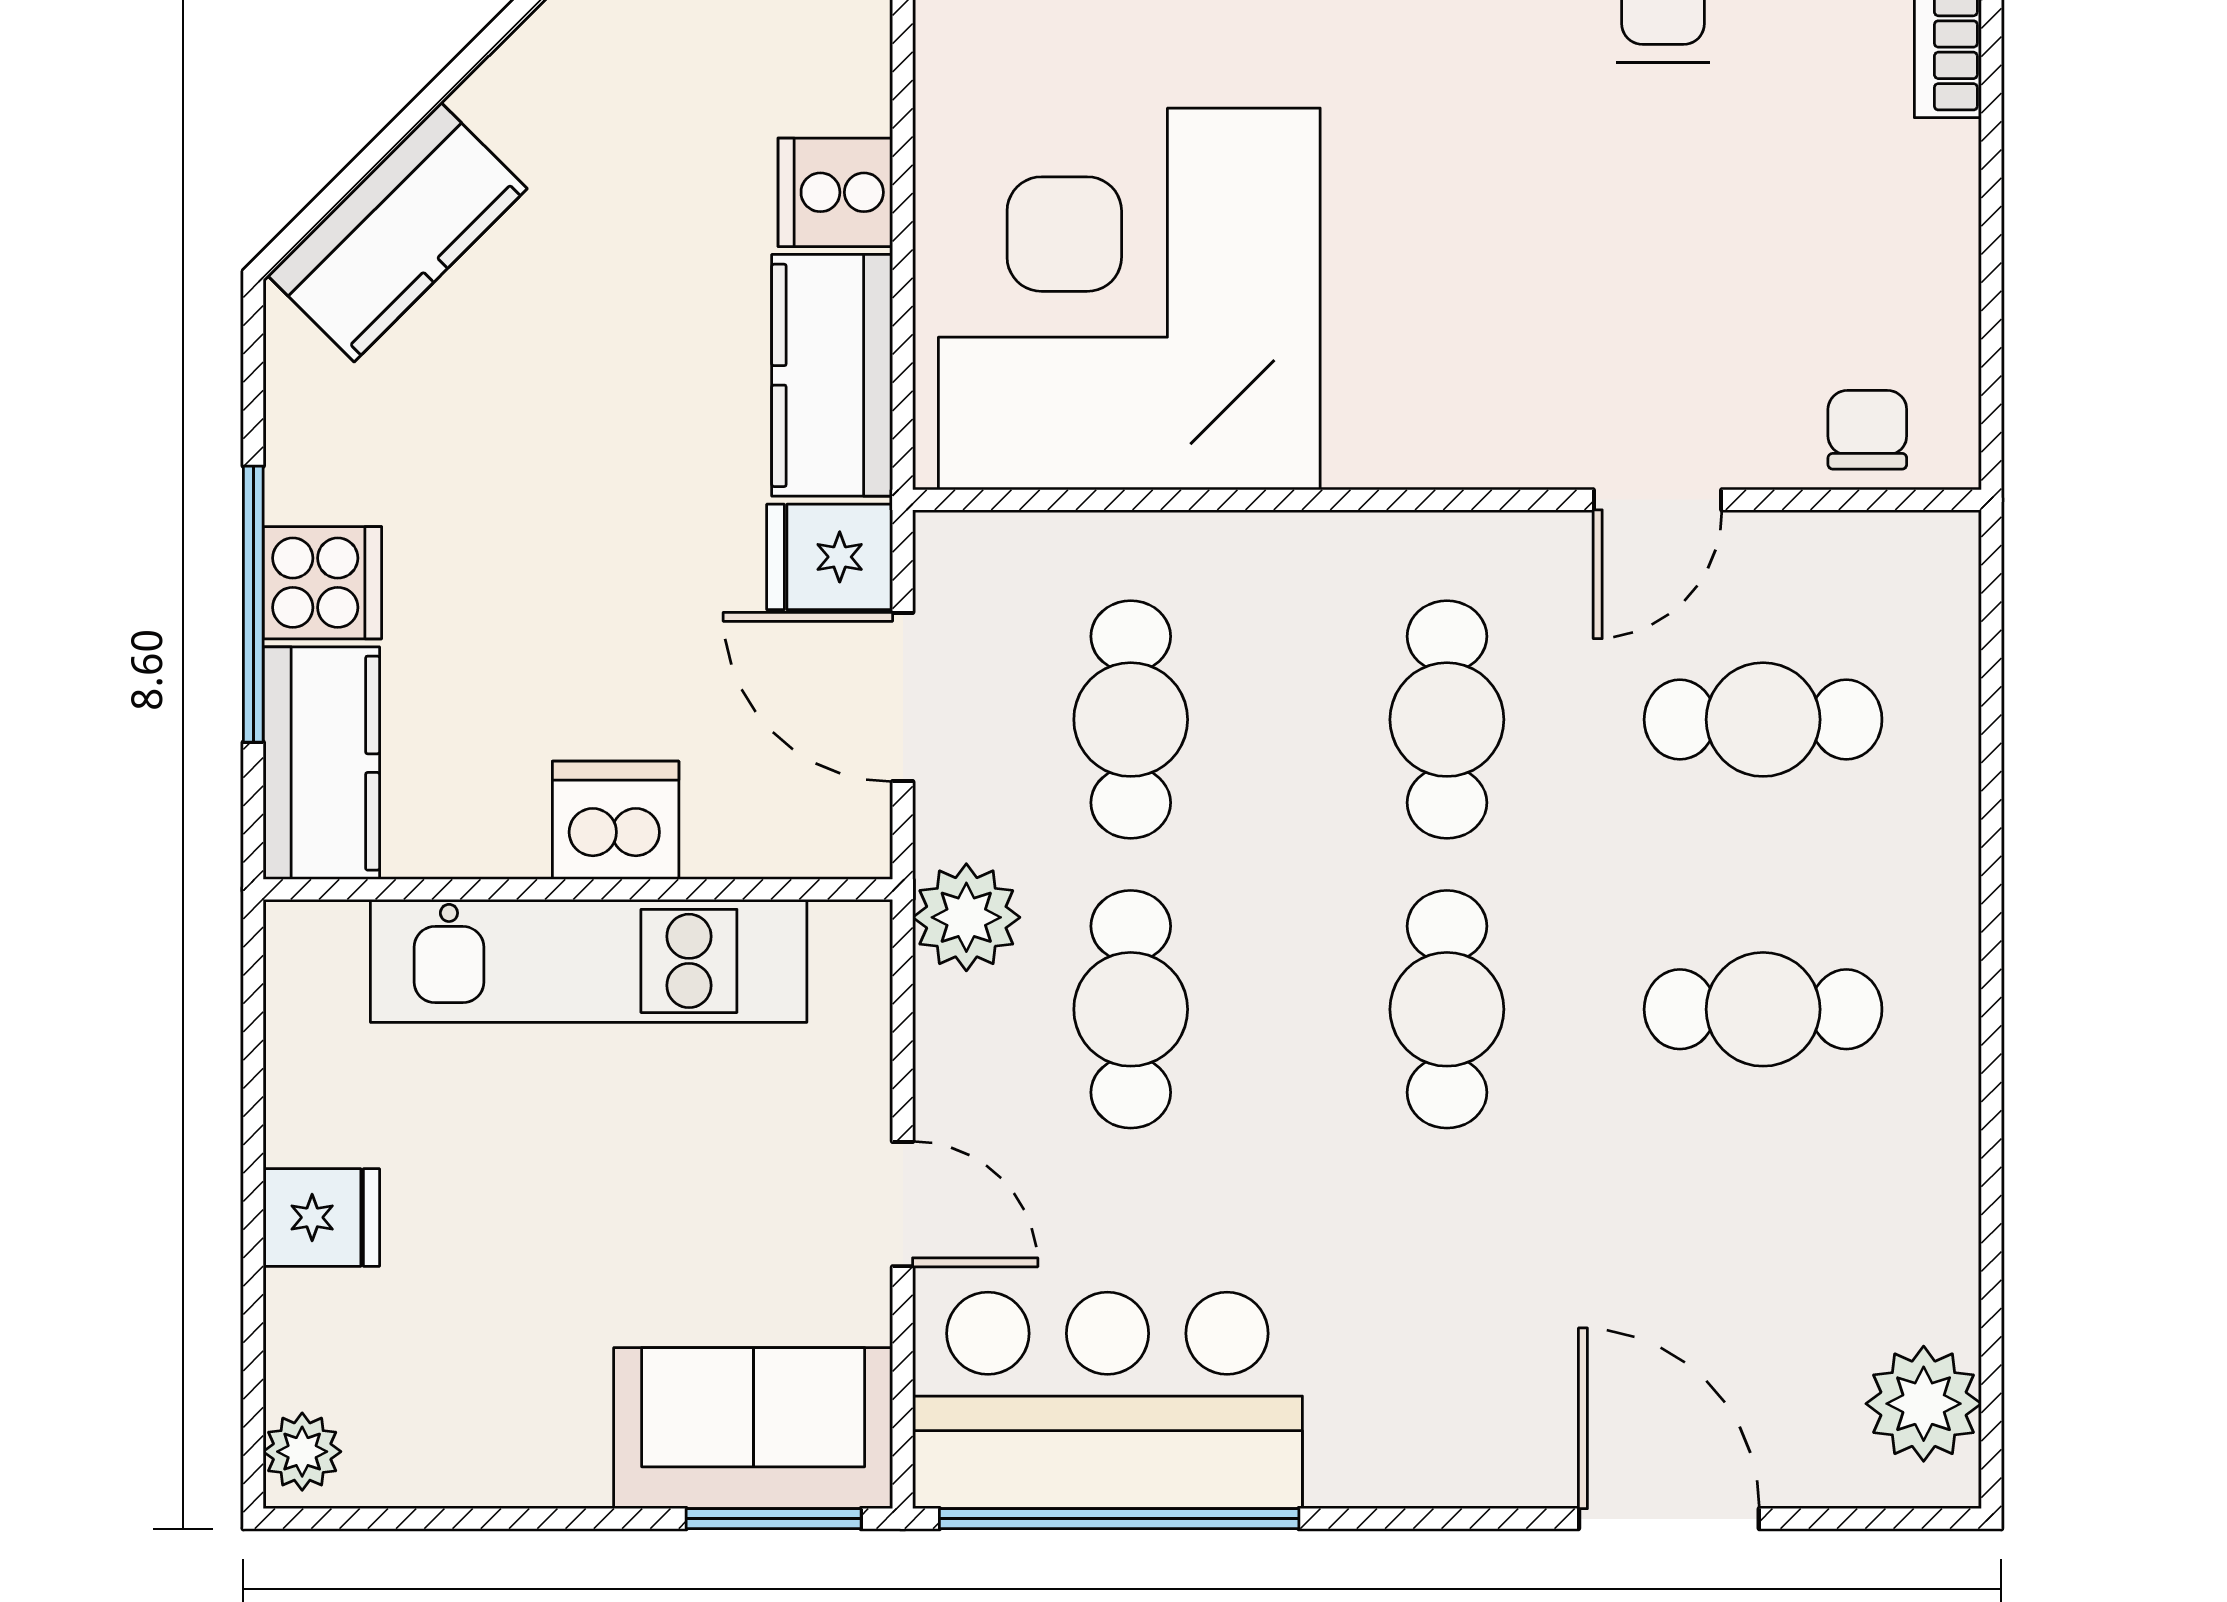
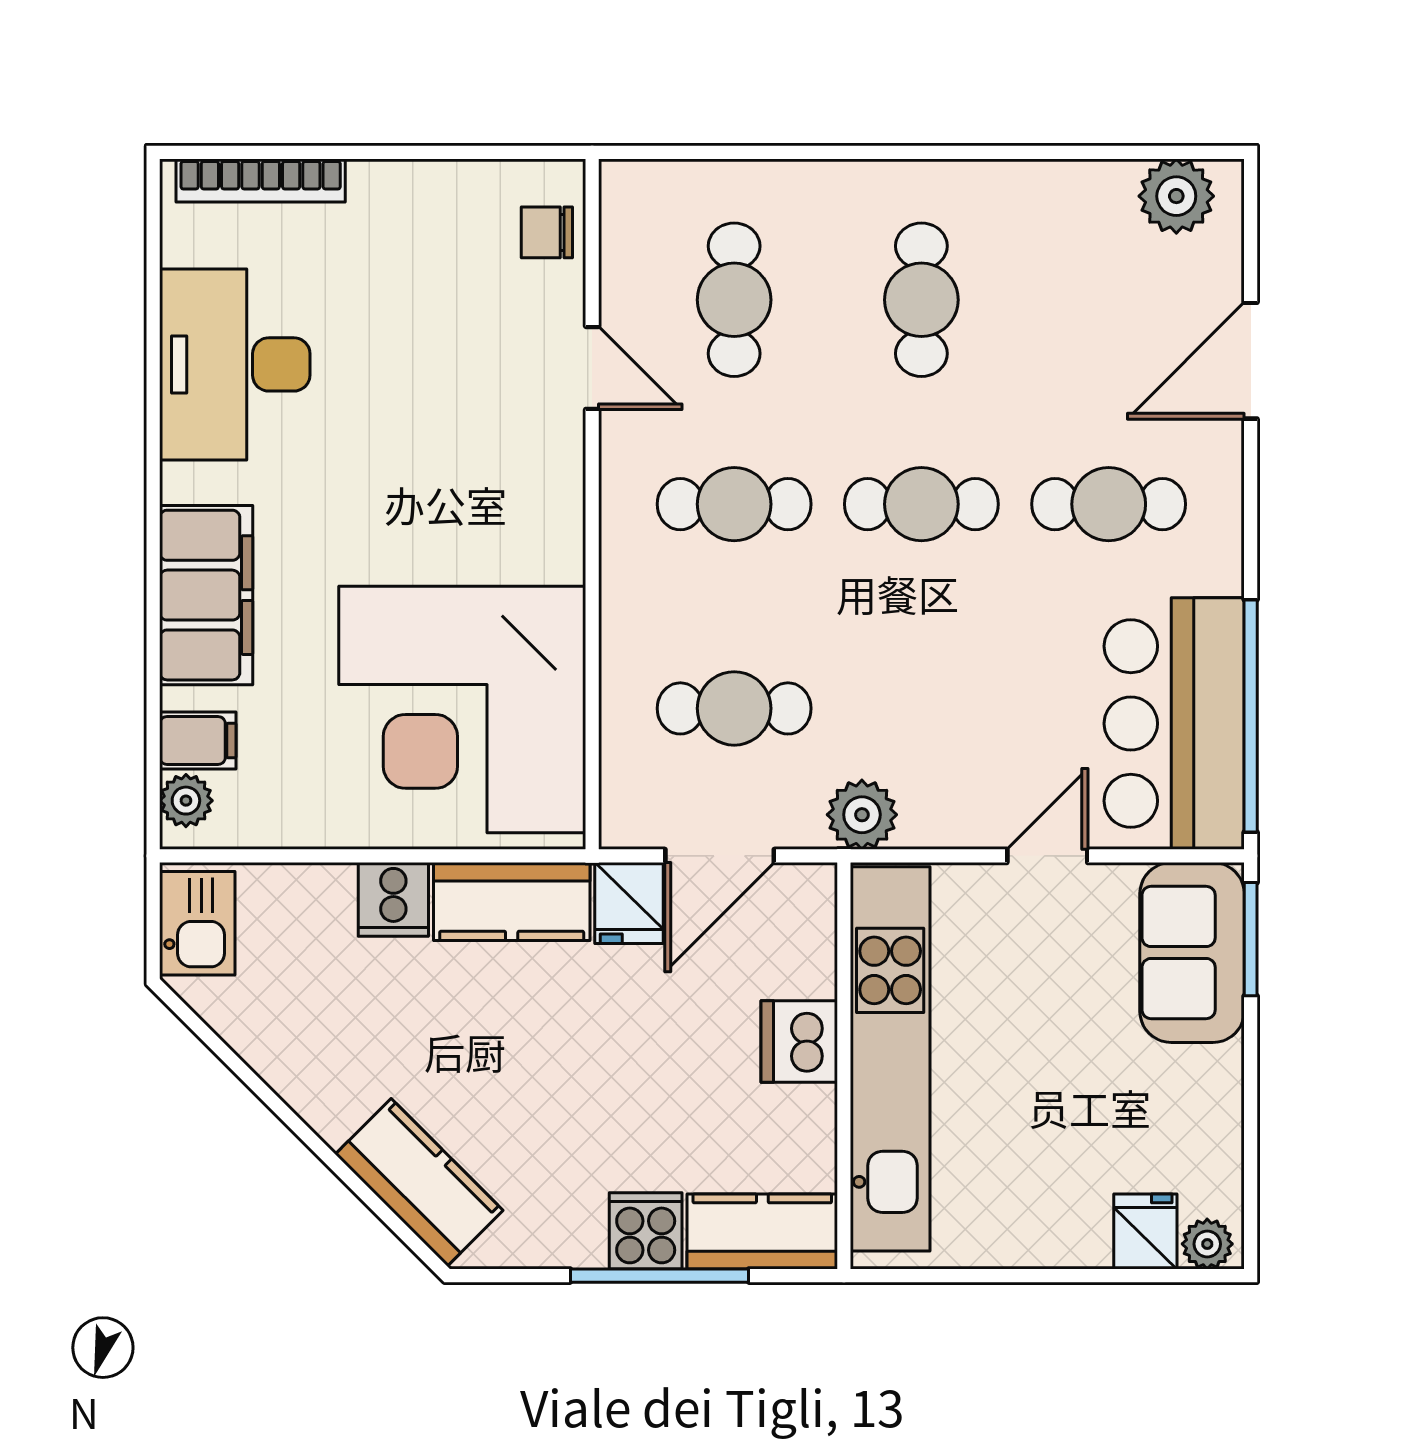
kitchen unit: (589, 961) -> (890, 1059), width x1.36
cafe table: (1131, 1009) -> (1109, 504), moved
fridge: (321, 1217) -> (1145, 1232), moved

